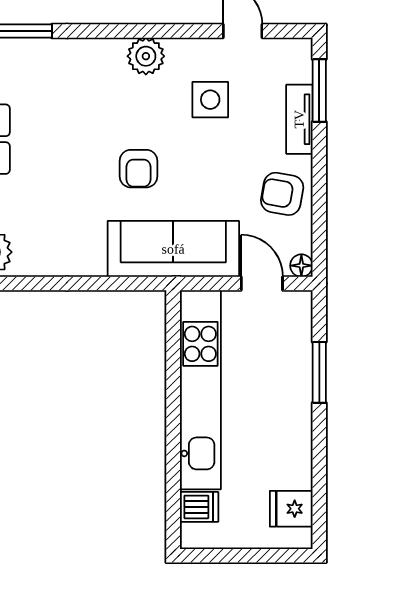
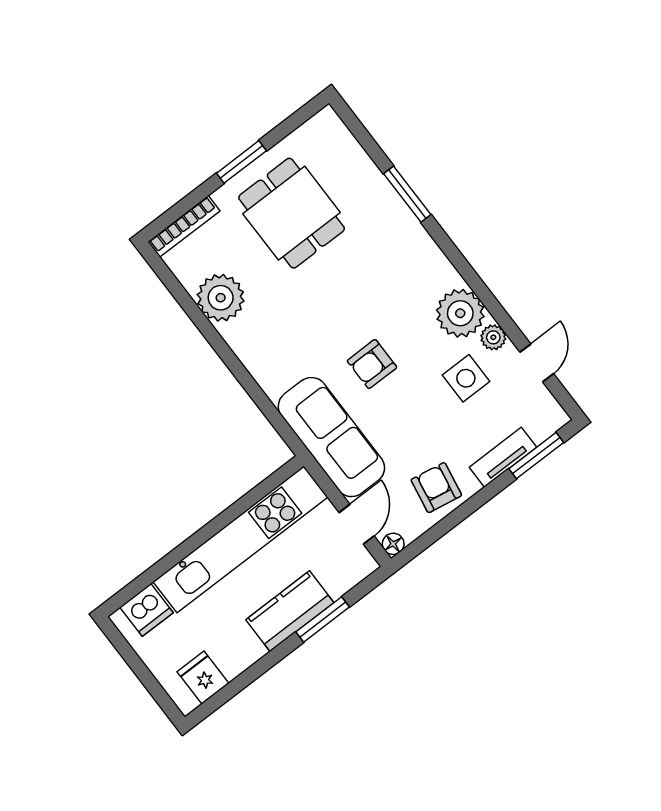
plant: (194, 51) -> (493, 337), added
plant: (146, 56) -> (460, 313), width x1.36, depth x1.36
kitchen counter: (292, 394) -> (290, 611), added
dishwasher: (199, 507) -> (146, 610), width x1.38

